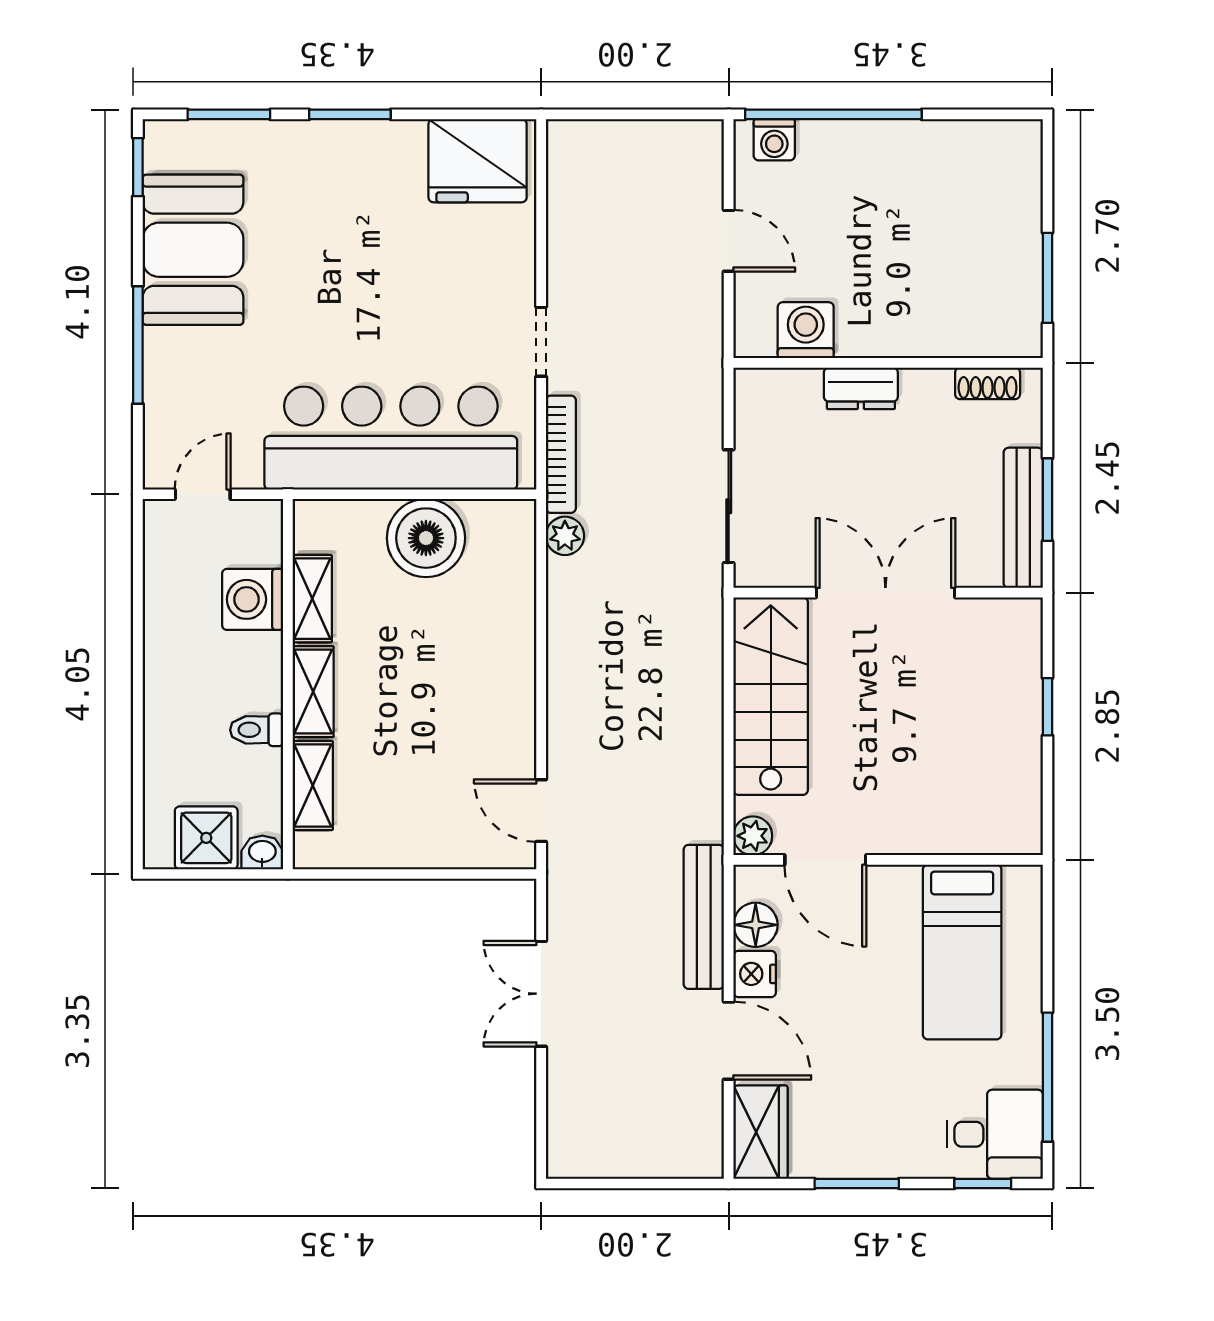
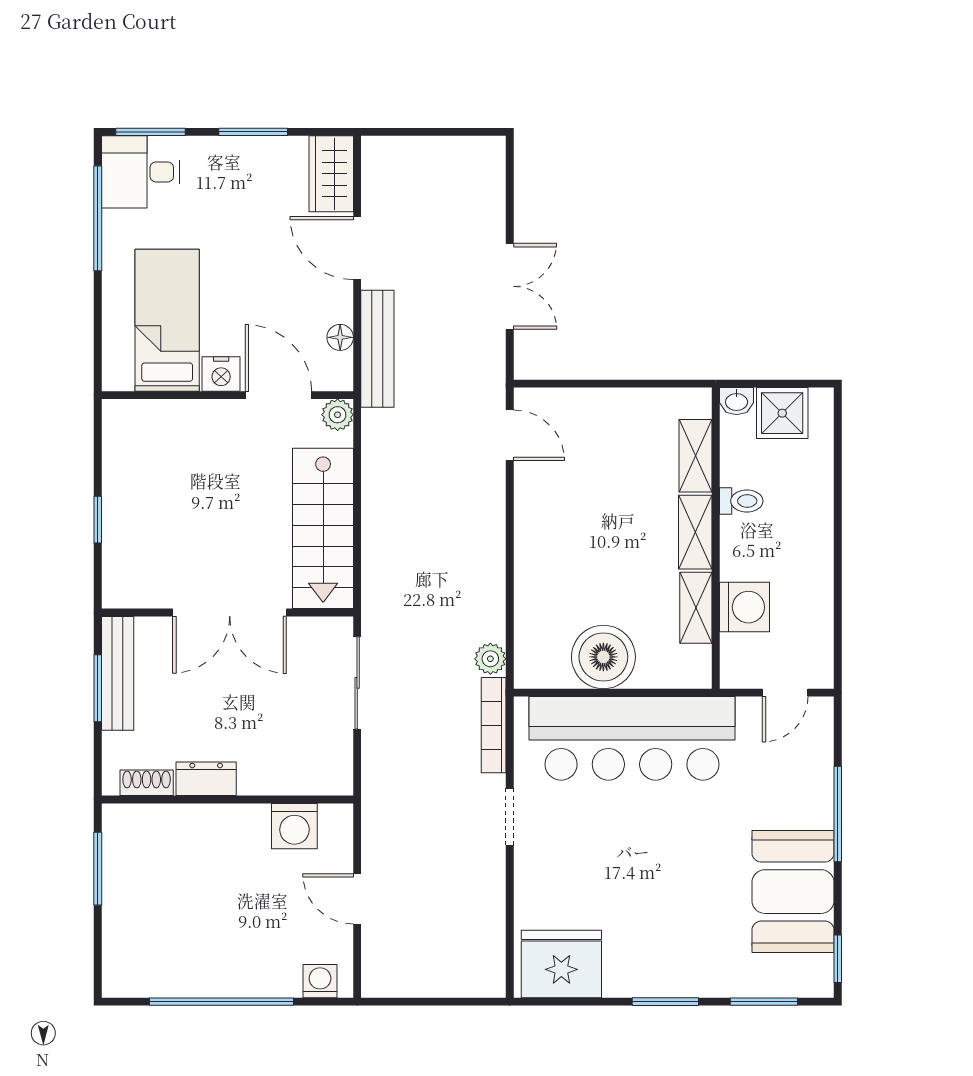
window: (833, 114) -> (221, 1002), moved
dresser: (861, 388) -> (206, 779), moved
floor lamp: (756, 925) -> (340, 337), width x0.73, depth x0.73
nightstand: (755, 974) -> (221, 374), moved, turned 90
window: (983, 1183) -> (150, 132), width x1.50

